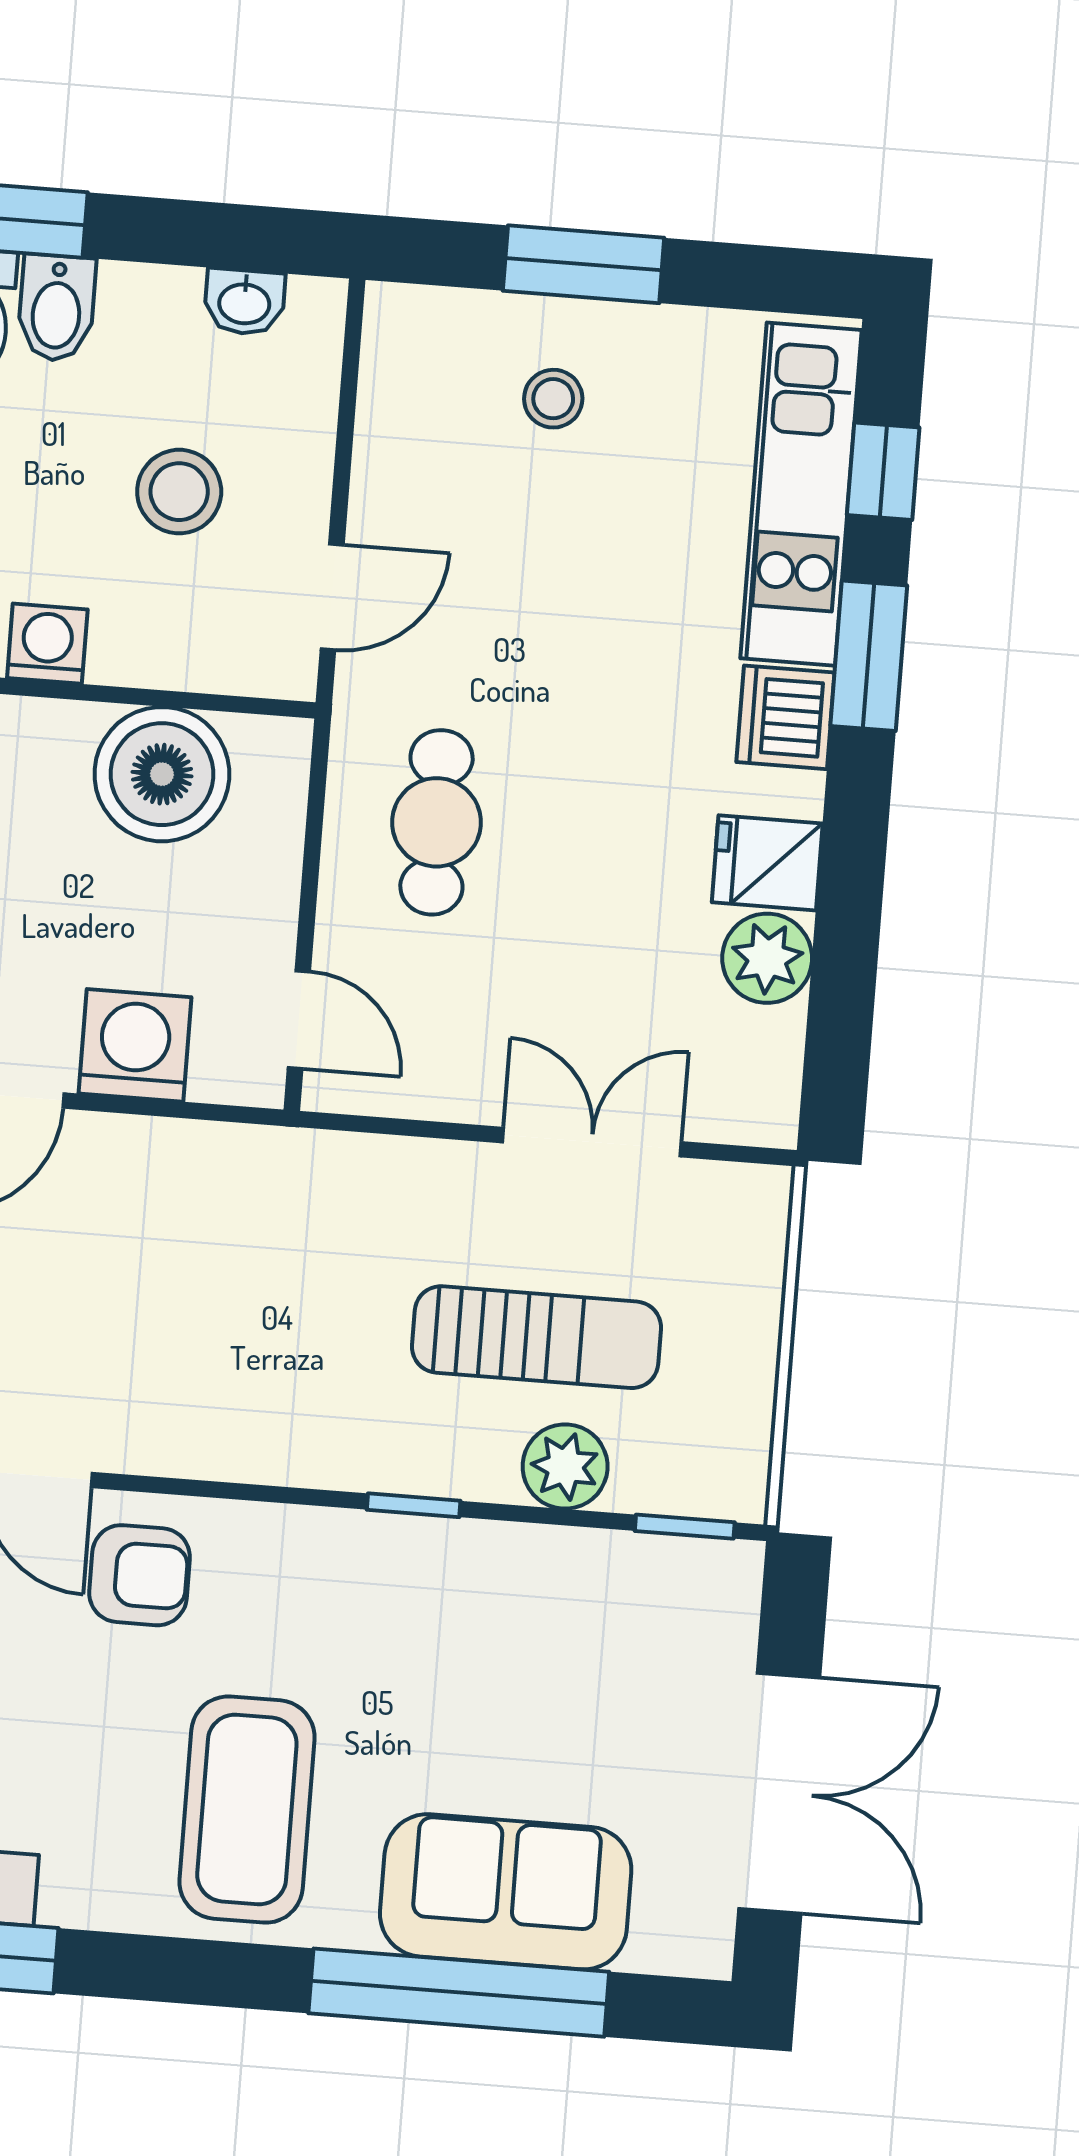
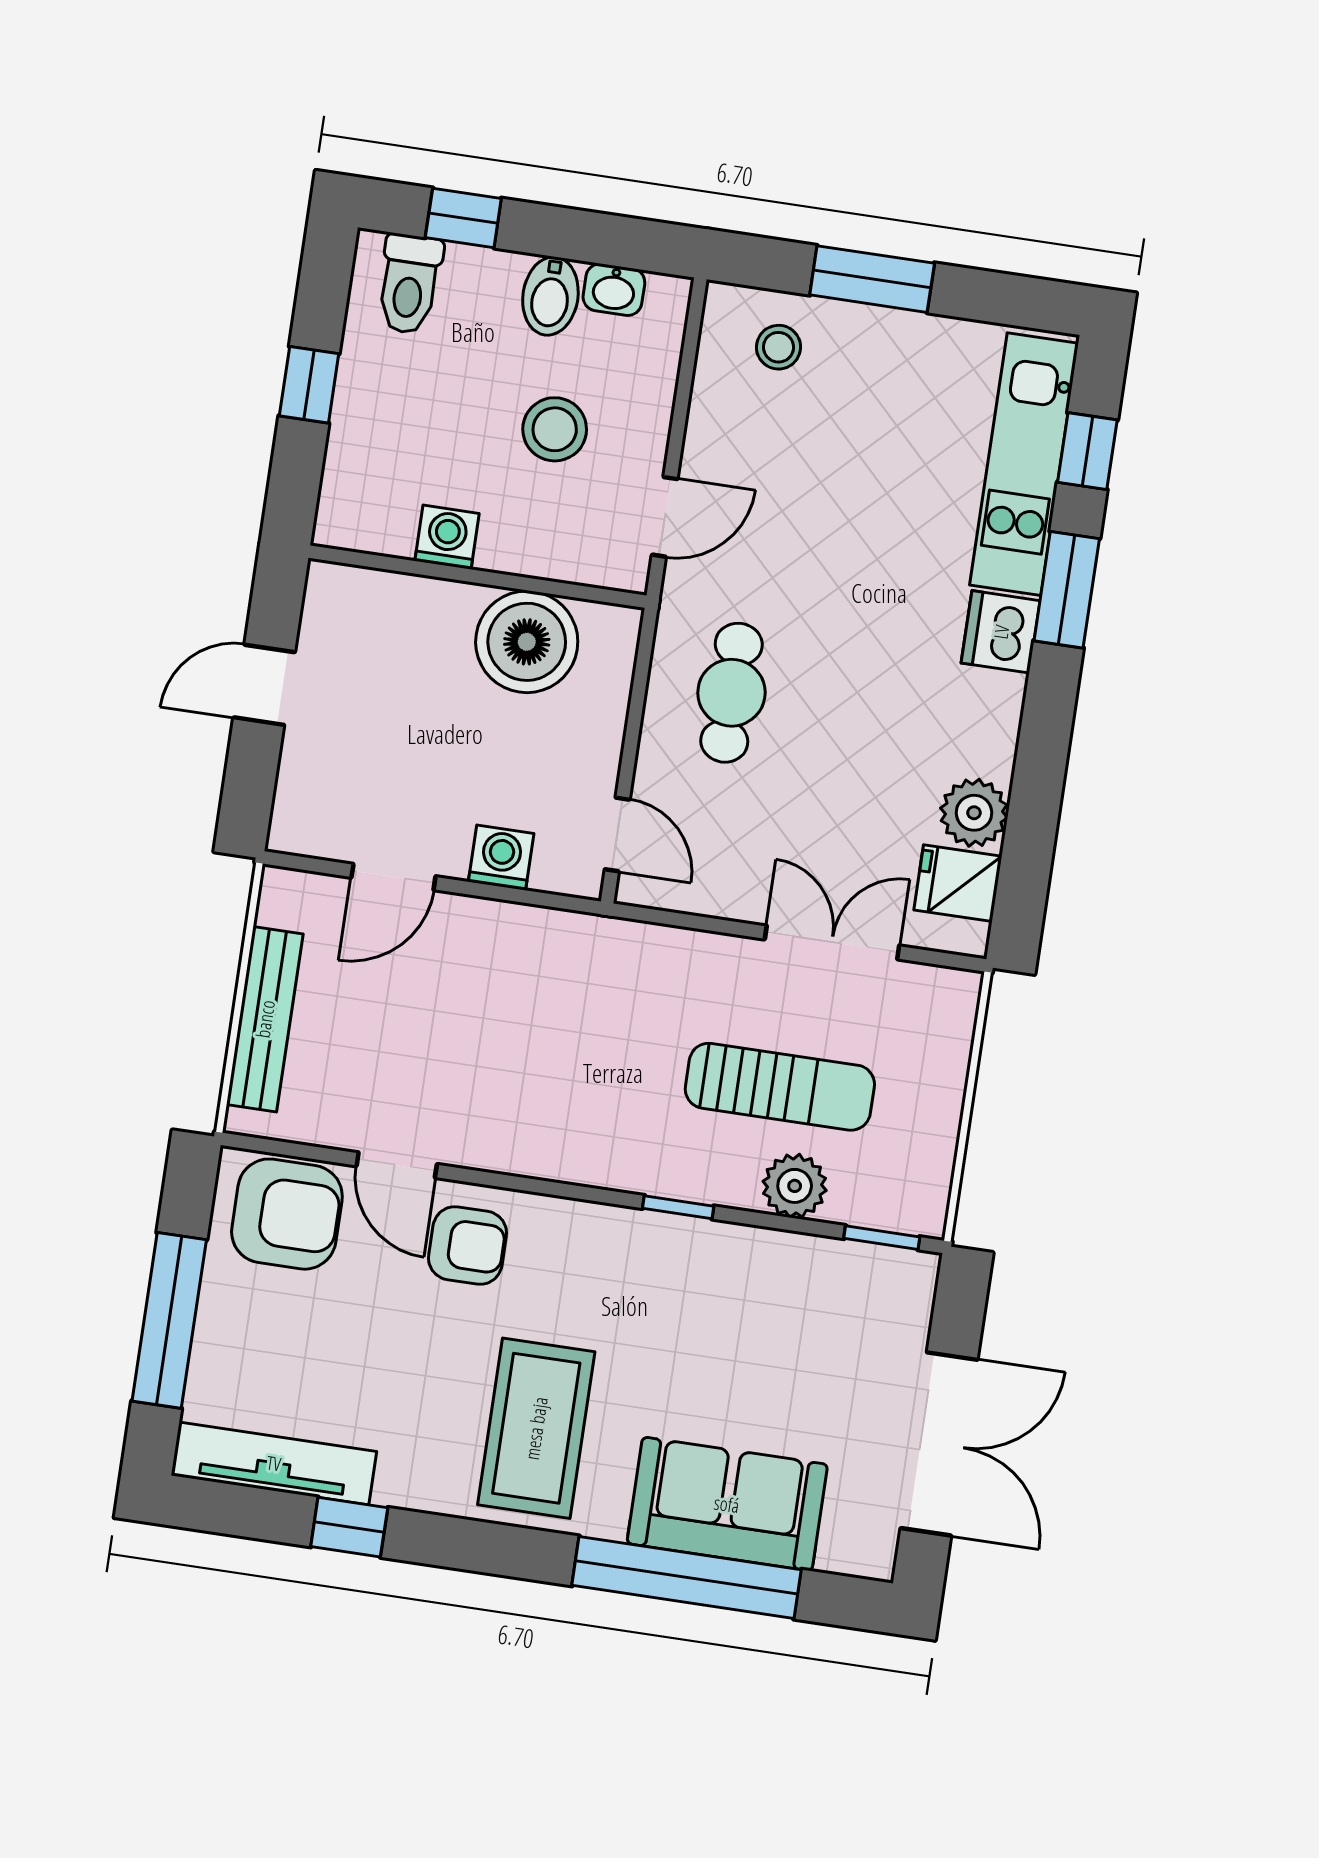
bidet: (57, 308) -> (550, 296), moved
stool: (553, 399) -> (779, 347), moved
fridge: (767, 863) -> (958, 883), moved
washing machine: (135, 1045) -> (501, 858), width x0.73, depth x0.73

